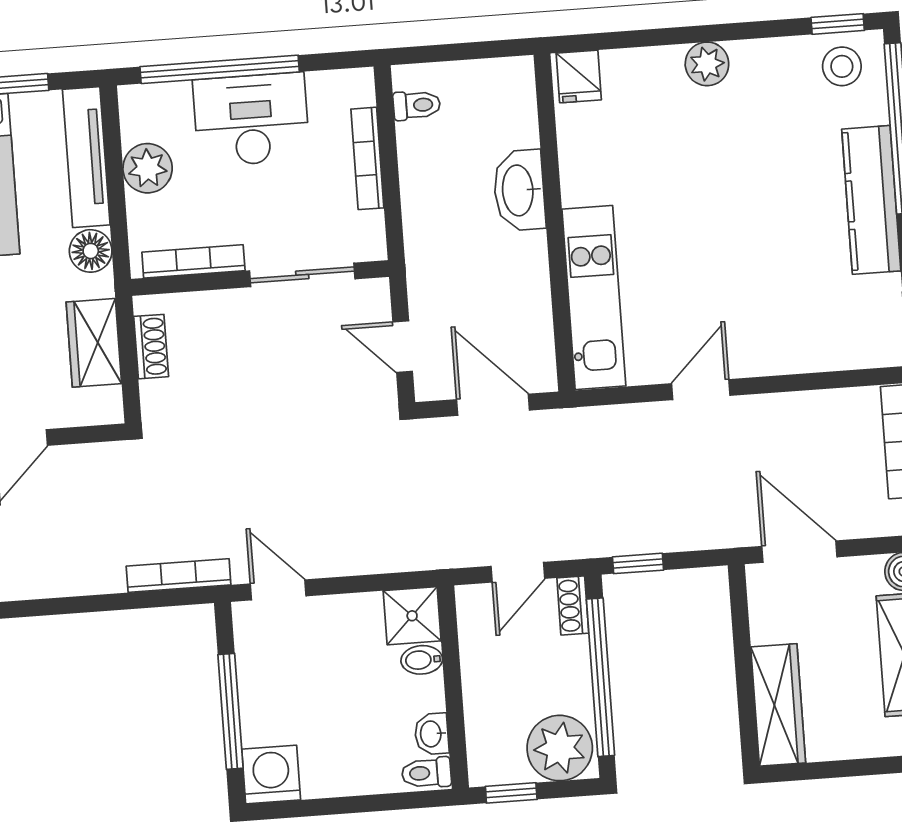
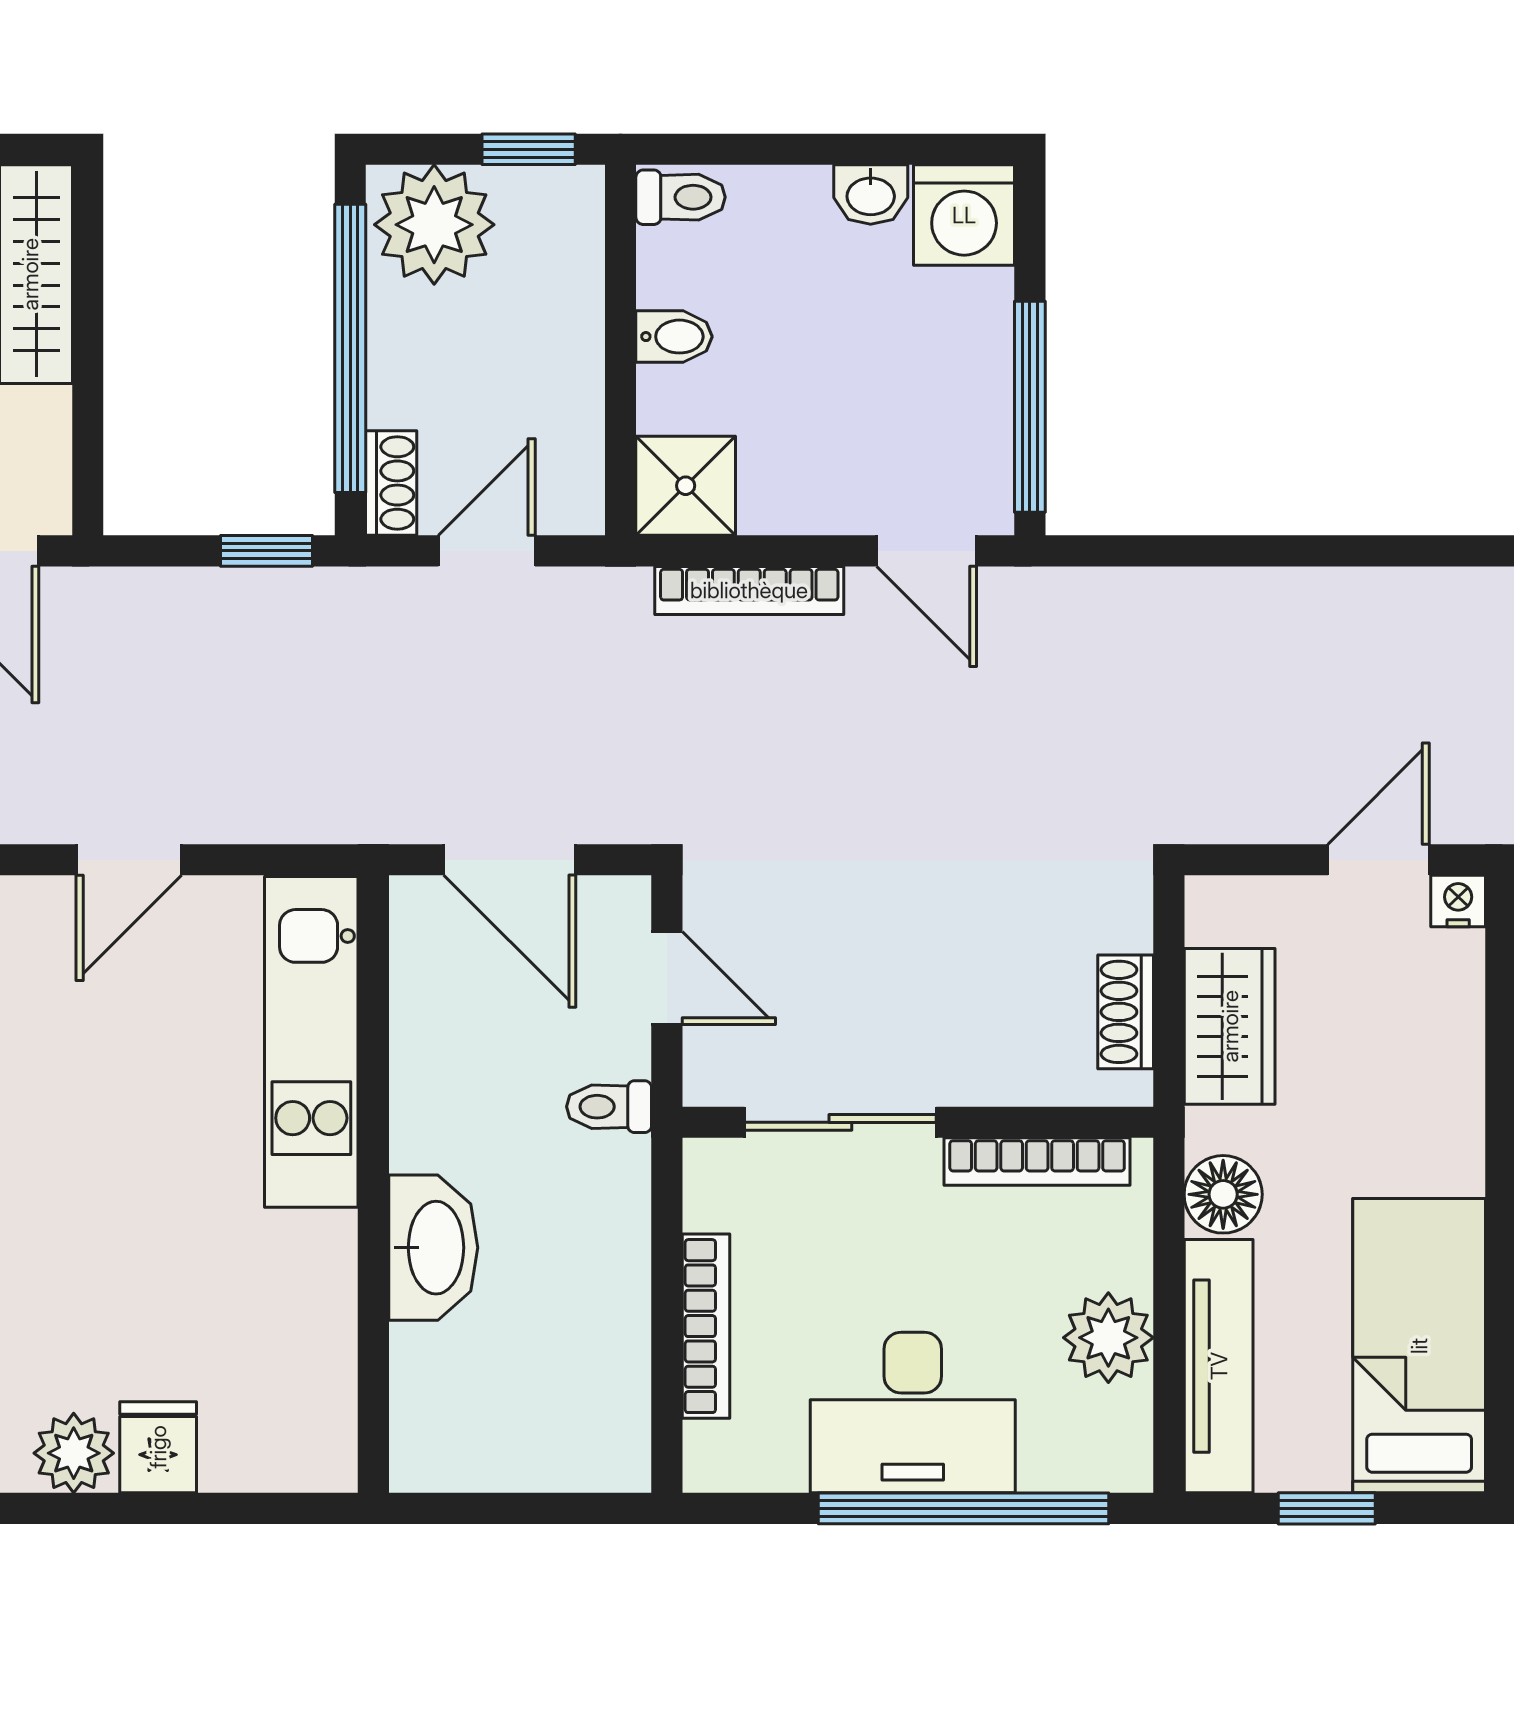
fridge: (579, 76) -> (158, 1447), moved
toilet: (417, 105) -> (609, 1107), moved
bookcase: (179, 576) -> (749, 590), moved
bidet: (422, 660) -> (674, 337), moved
window: (230, 711) -> (1030, 407), moved
washbasin: (432, 734) -> (871, 195), moved, turned 90

